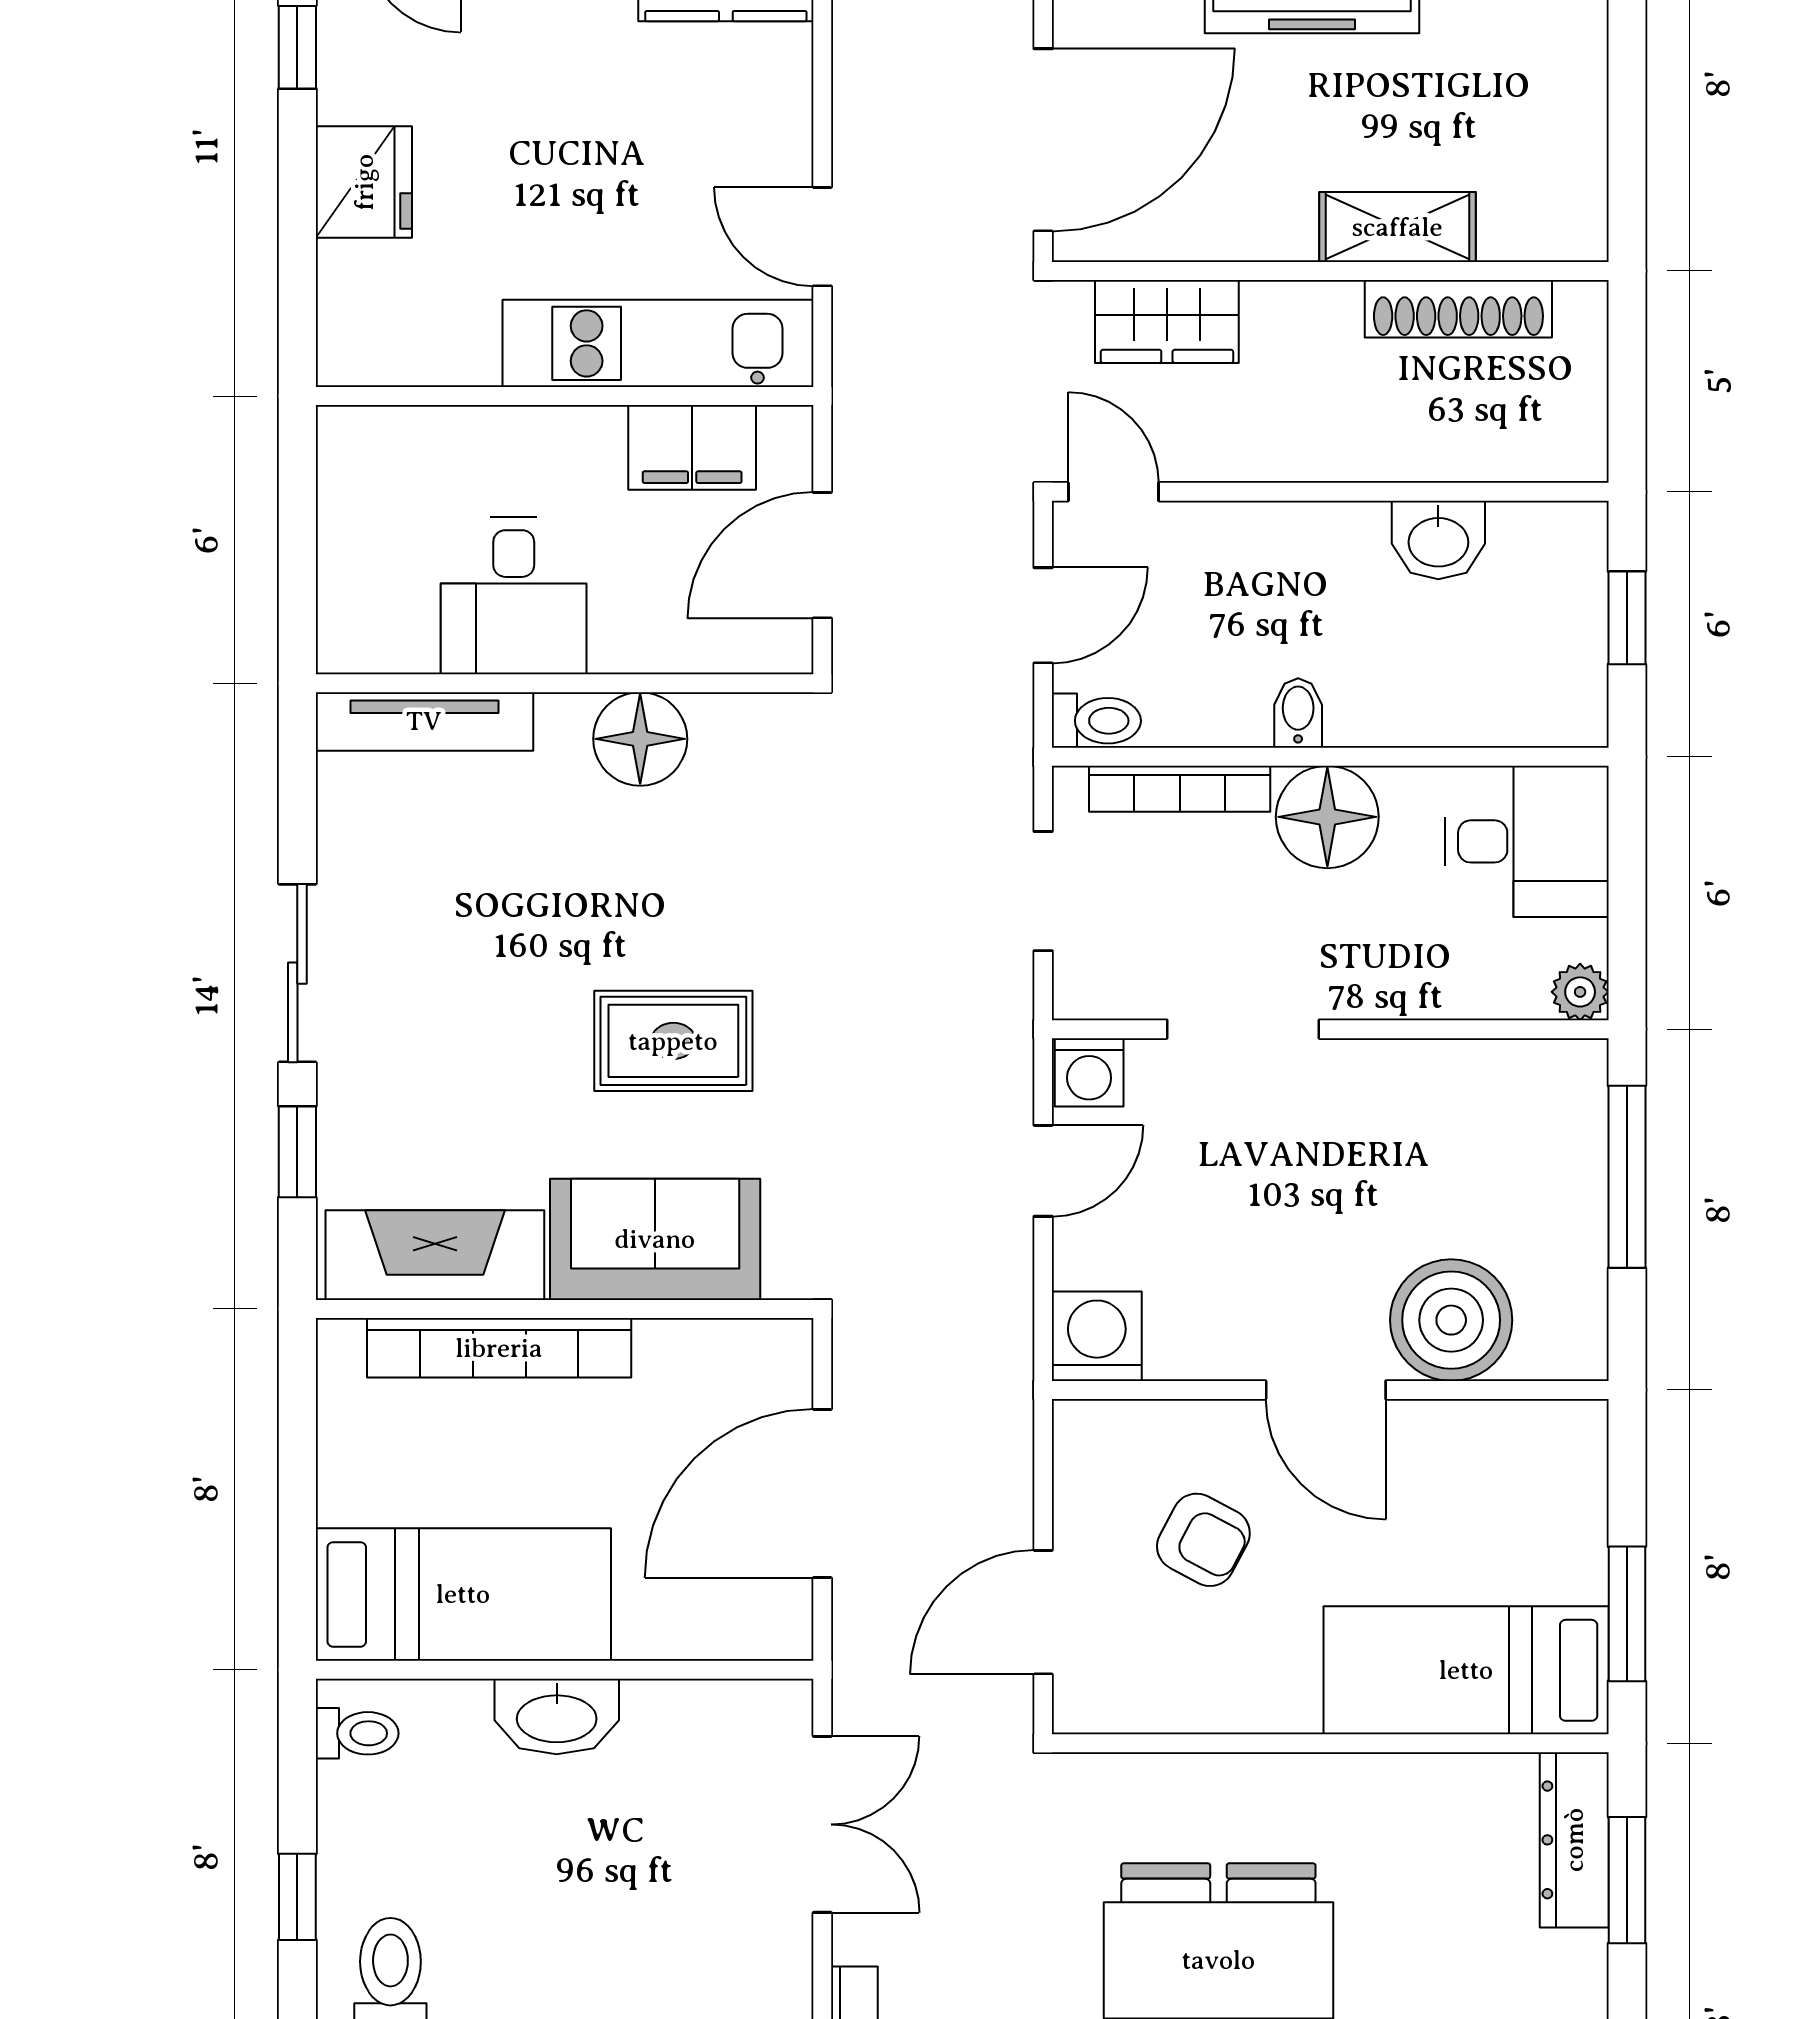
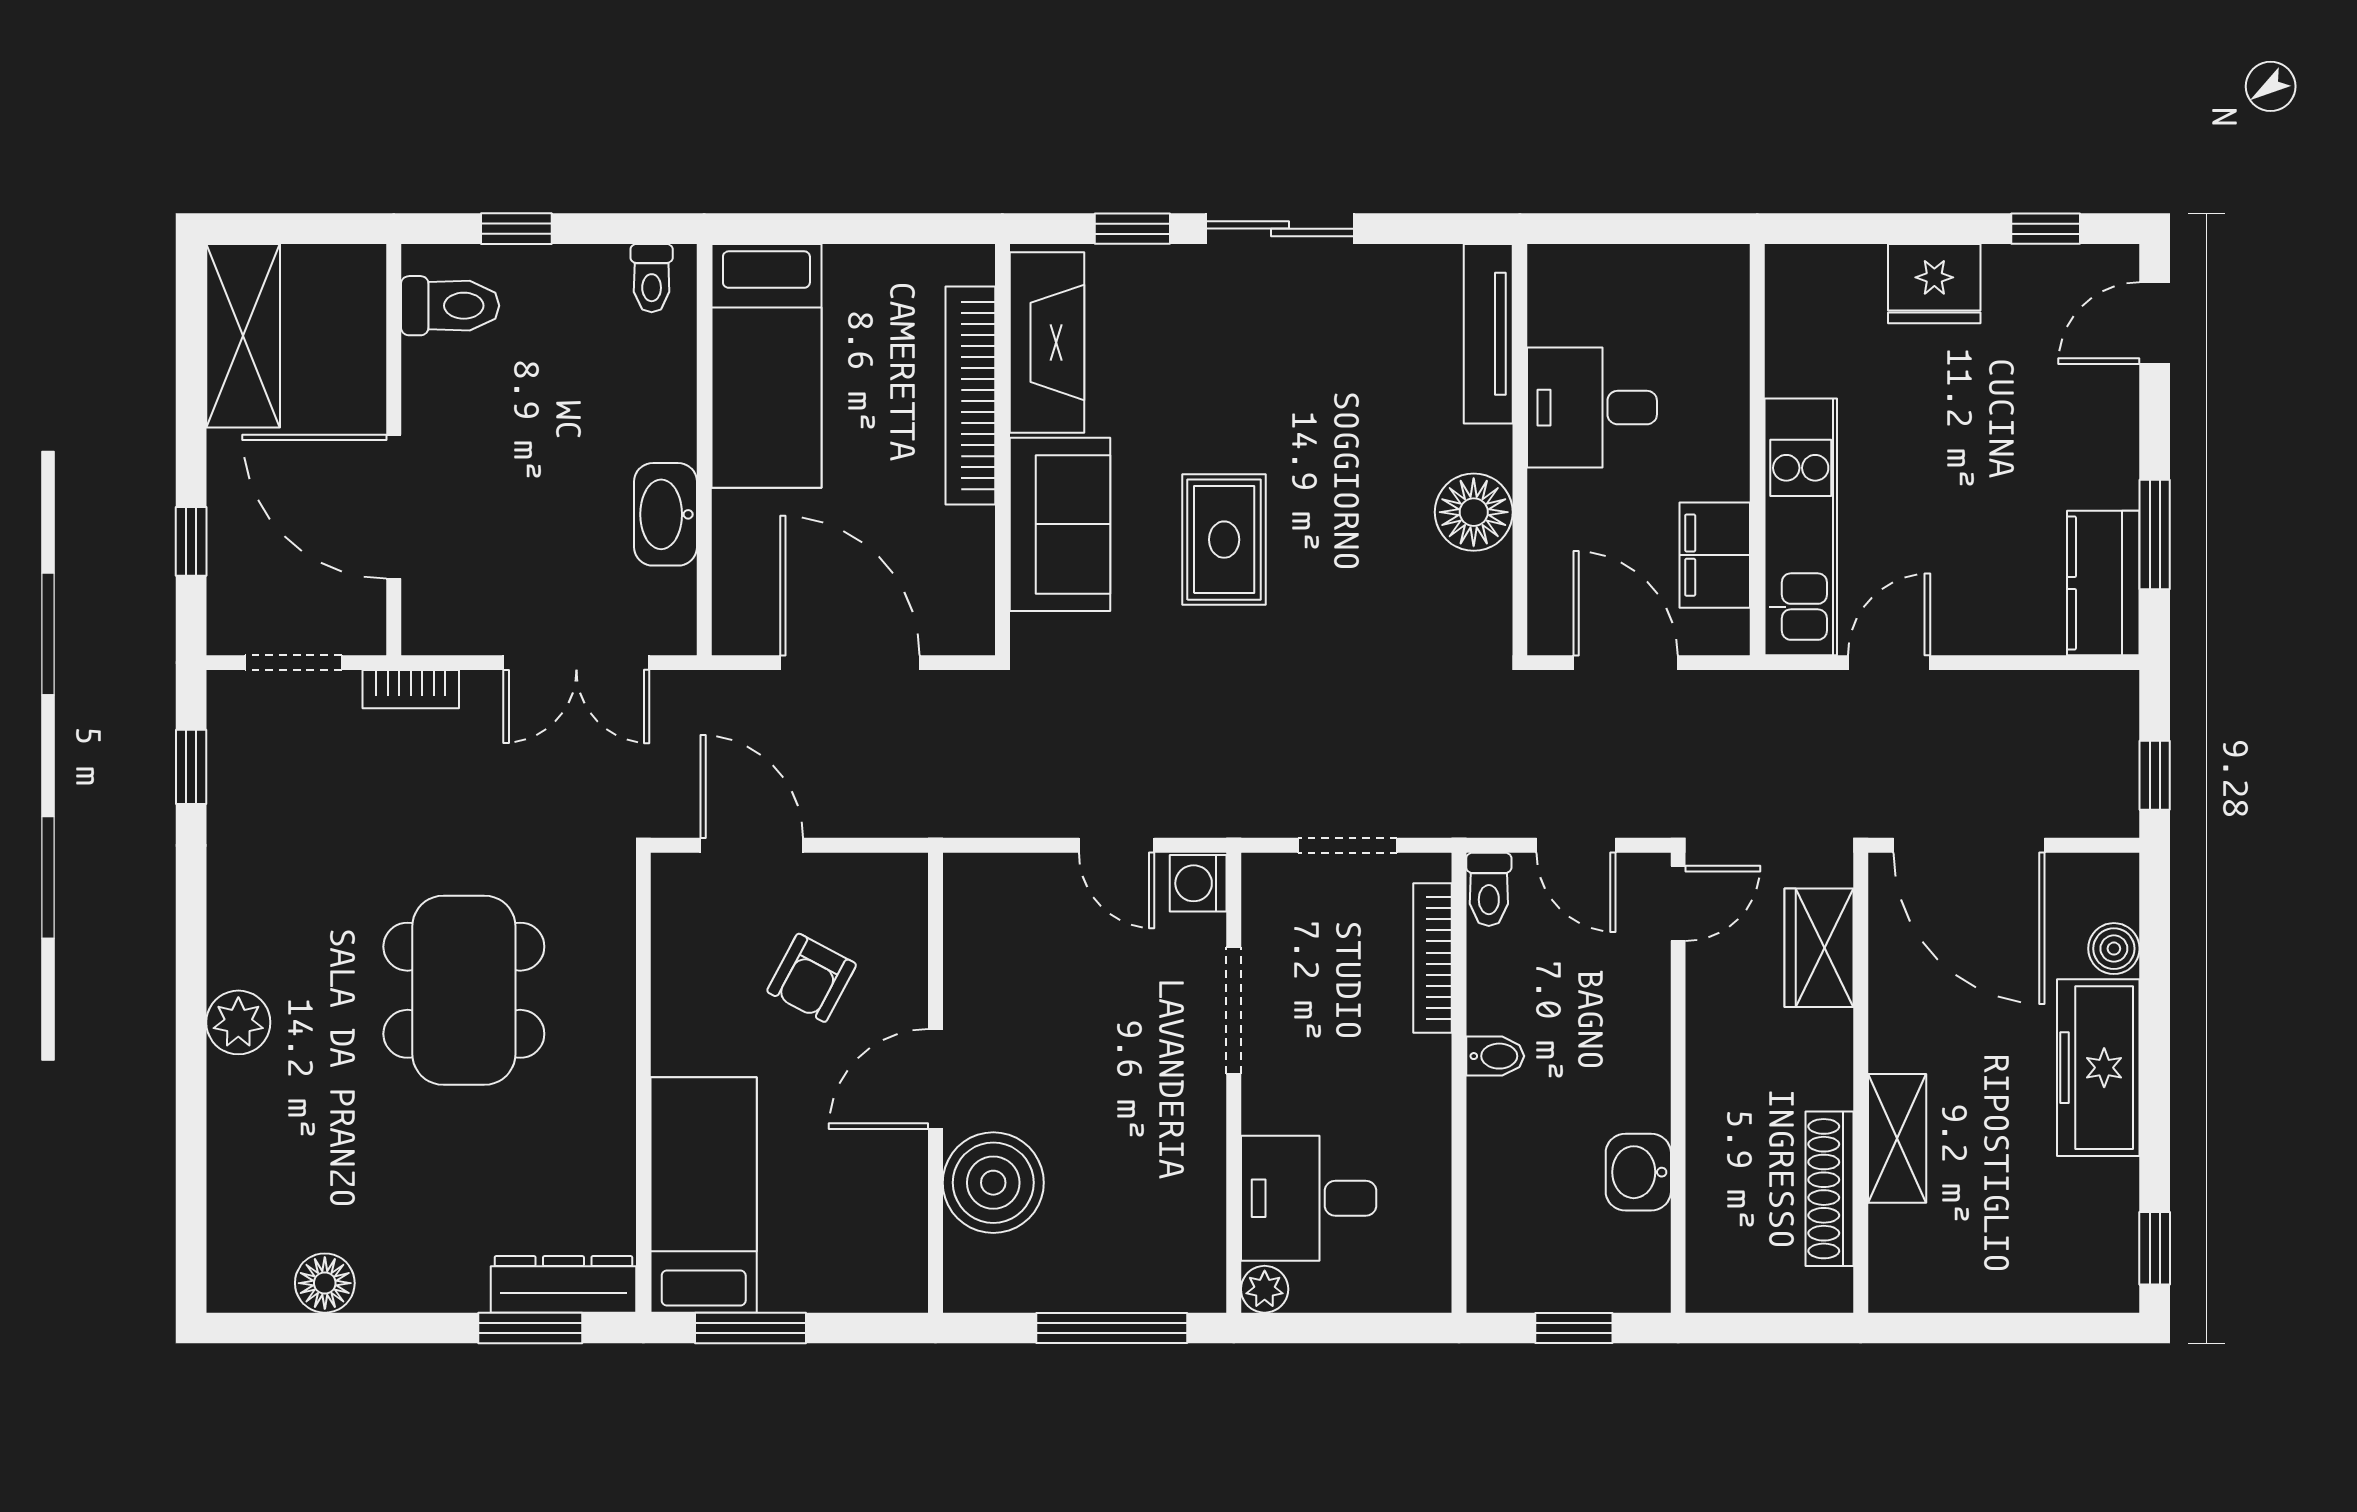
floor lamp: (1327, 817) -> (1409, 1080), removed
desk: (1527, 841) -> (1309, 1198), moved, turned 90
washing machine: (1097, 1336) -> (980, 890), removed
washbasin: (557, 1716) -> (666, 514), moved

